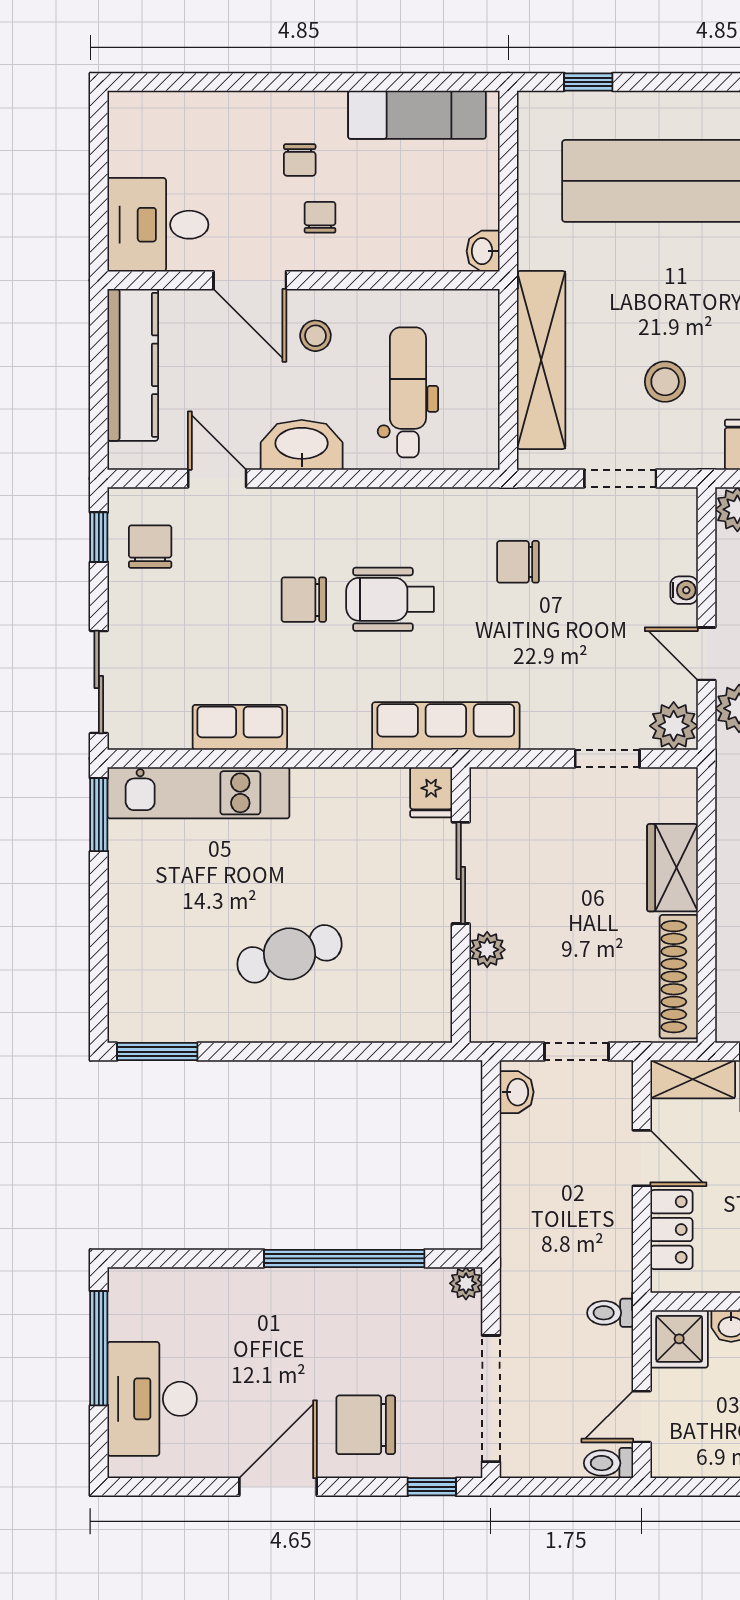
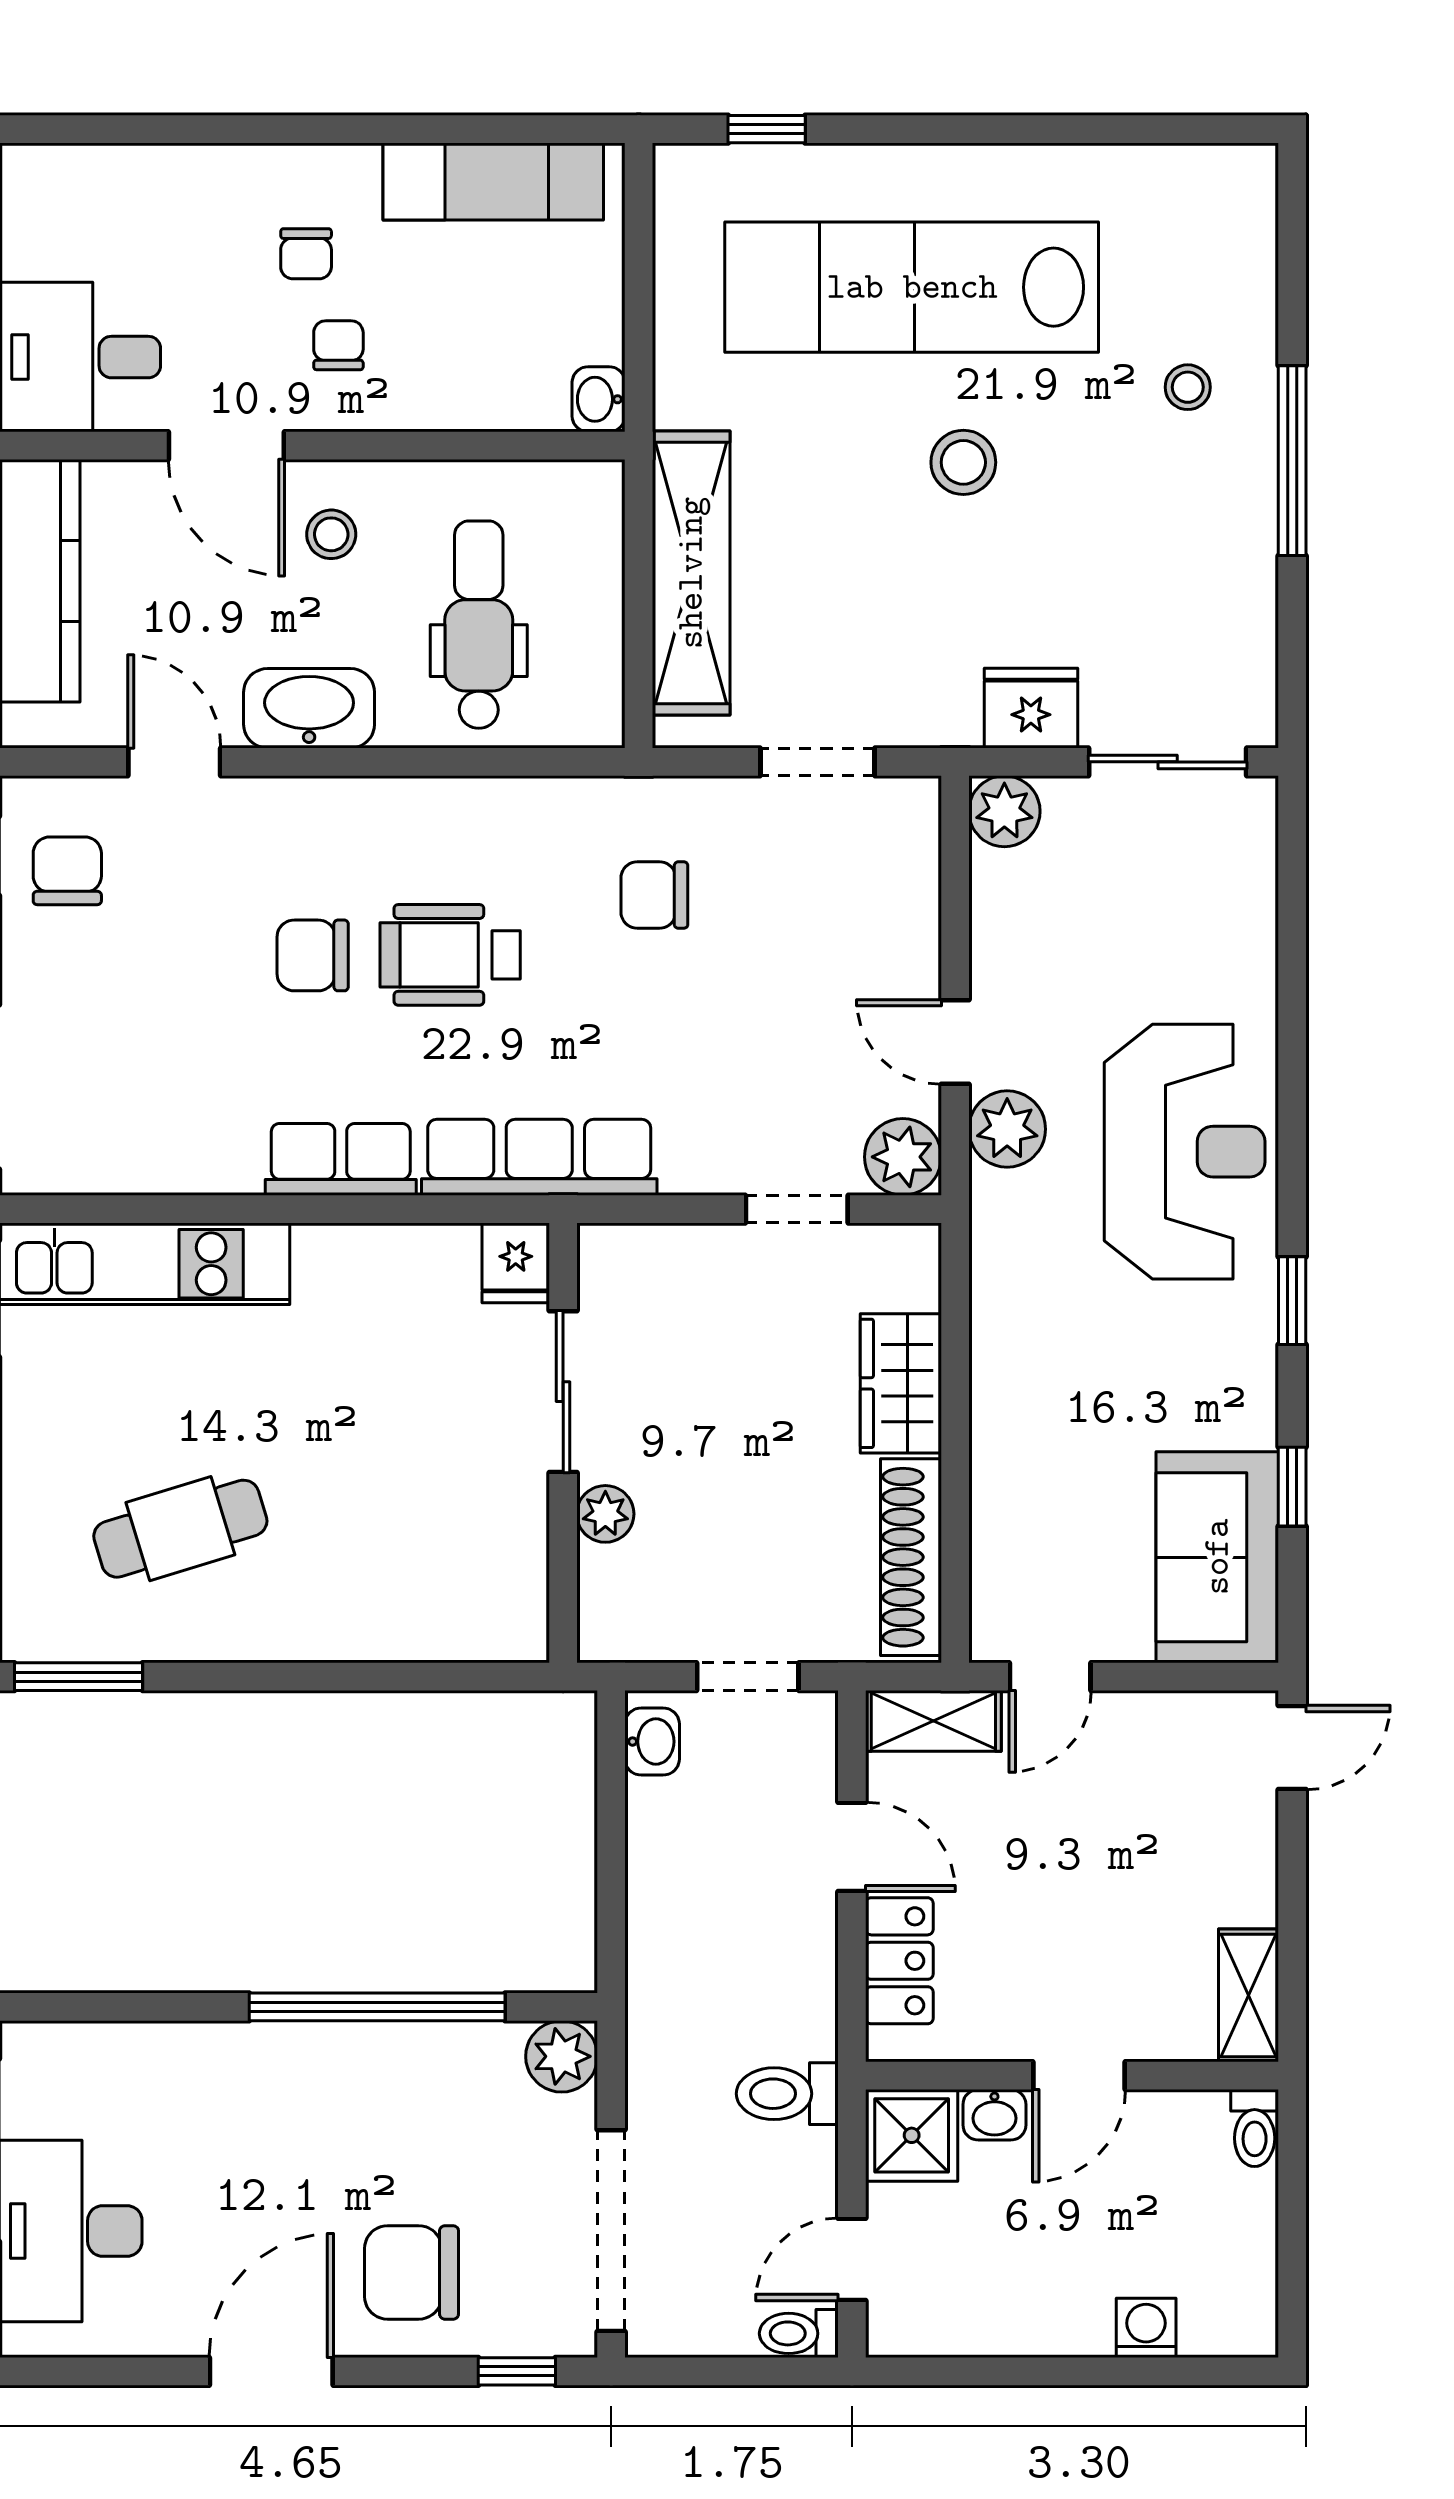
stool: (665, 382) -> (963, 462), moved
water cooler: (684, 590) -> (919, 940), removed
row of seats: (240, 727) -> (341, 1159), moved
cafe table: (290, 954) -> (180, 1529), moved
plant: (466, 1283) -> (562, 2056), width x1.38, depth x1.38
toilet: (610, 1313) -> (787, 2094), width x1.37, depth x1.39

